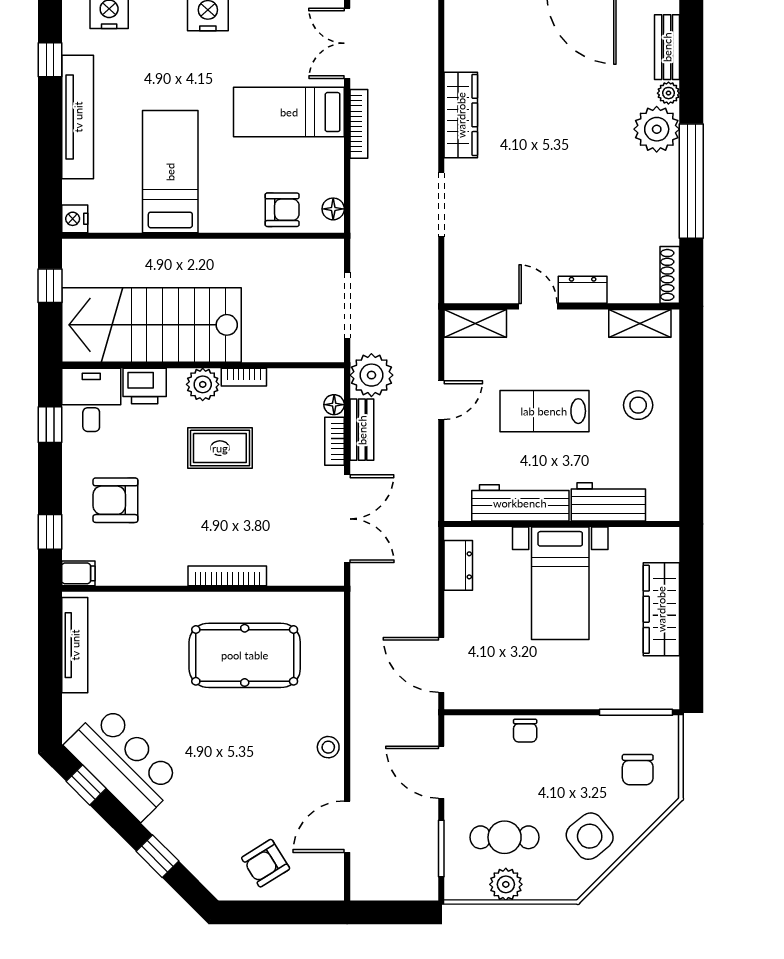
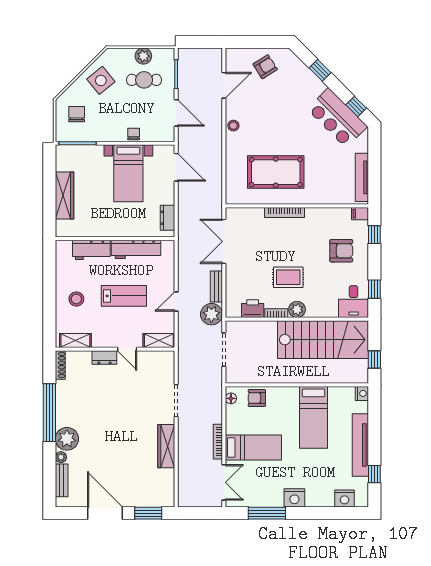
printer: (145, 386) -> (253, 309), moved
floor lamp: (334, 405) -> (230, 299), removed
bookcase: (335, 441) -> (230, 281), removed
bed with nightstands: (560, 583) -> (128, 173), moved, turned 180

